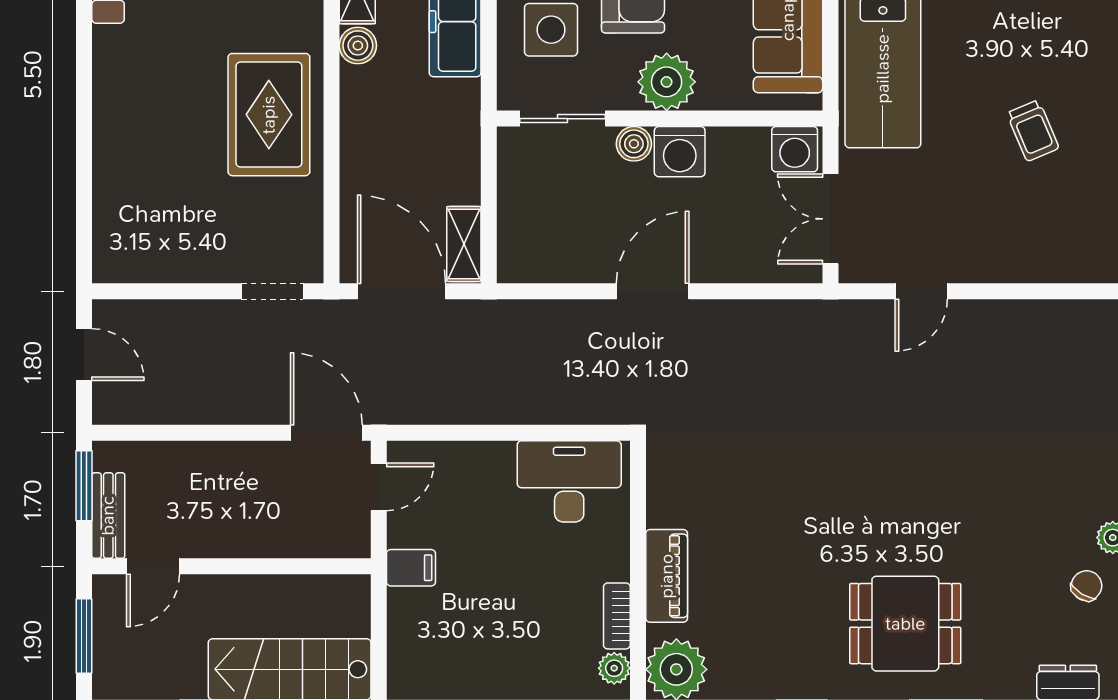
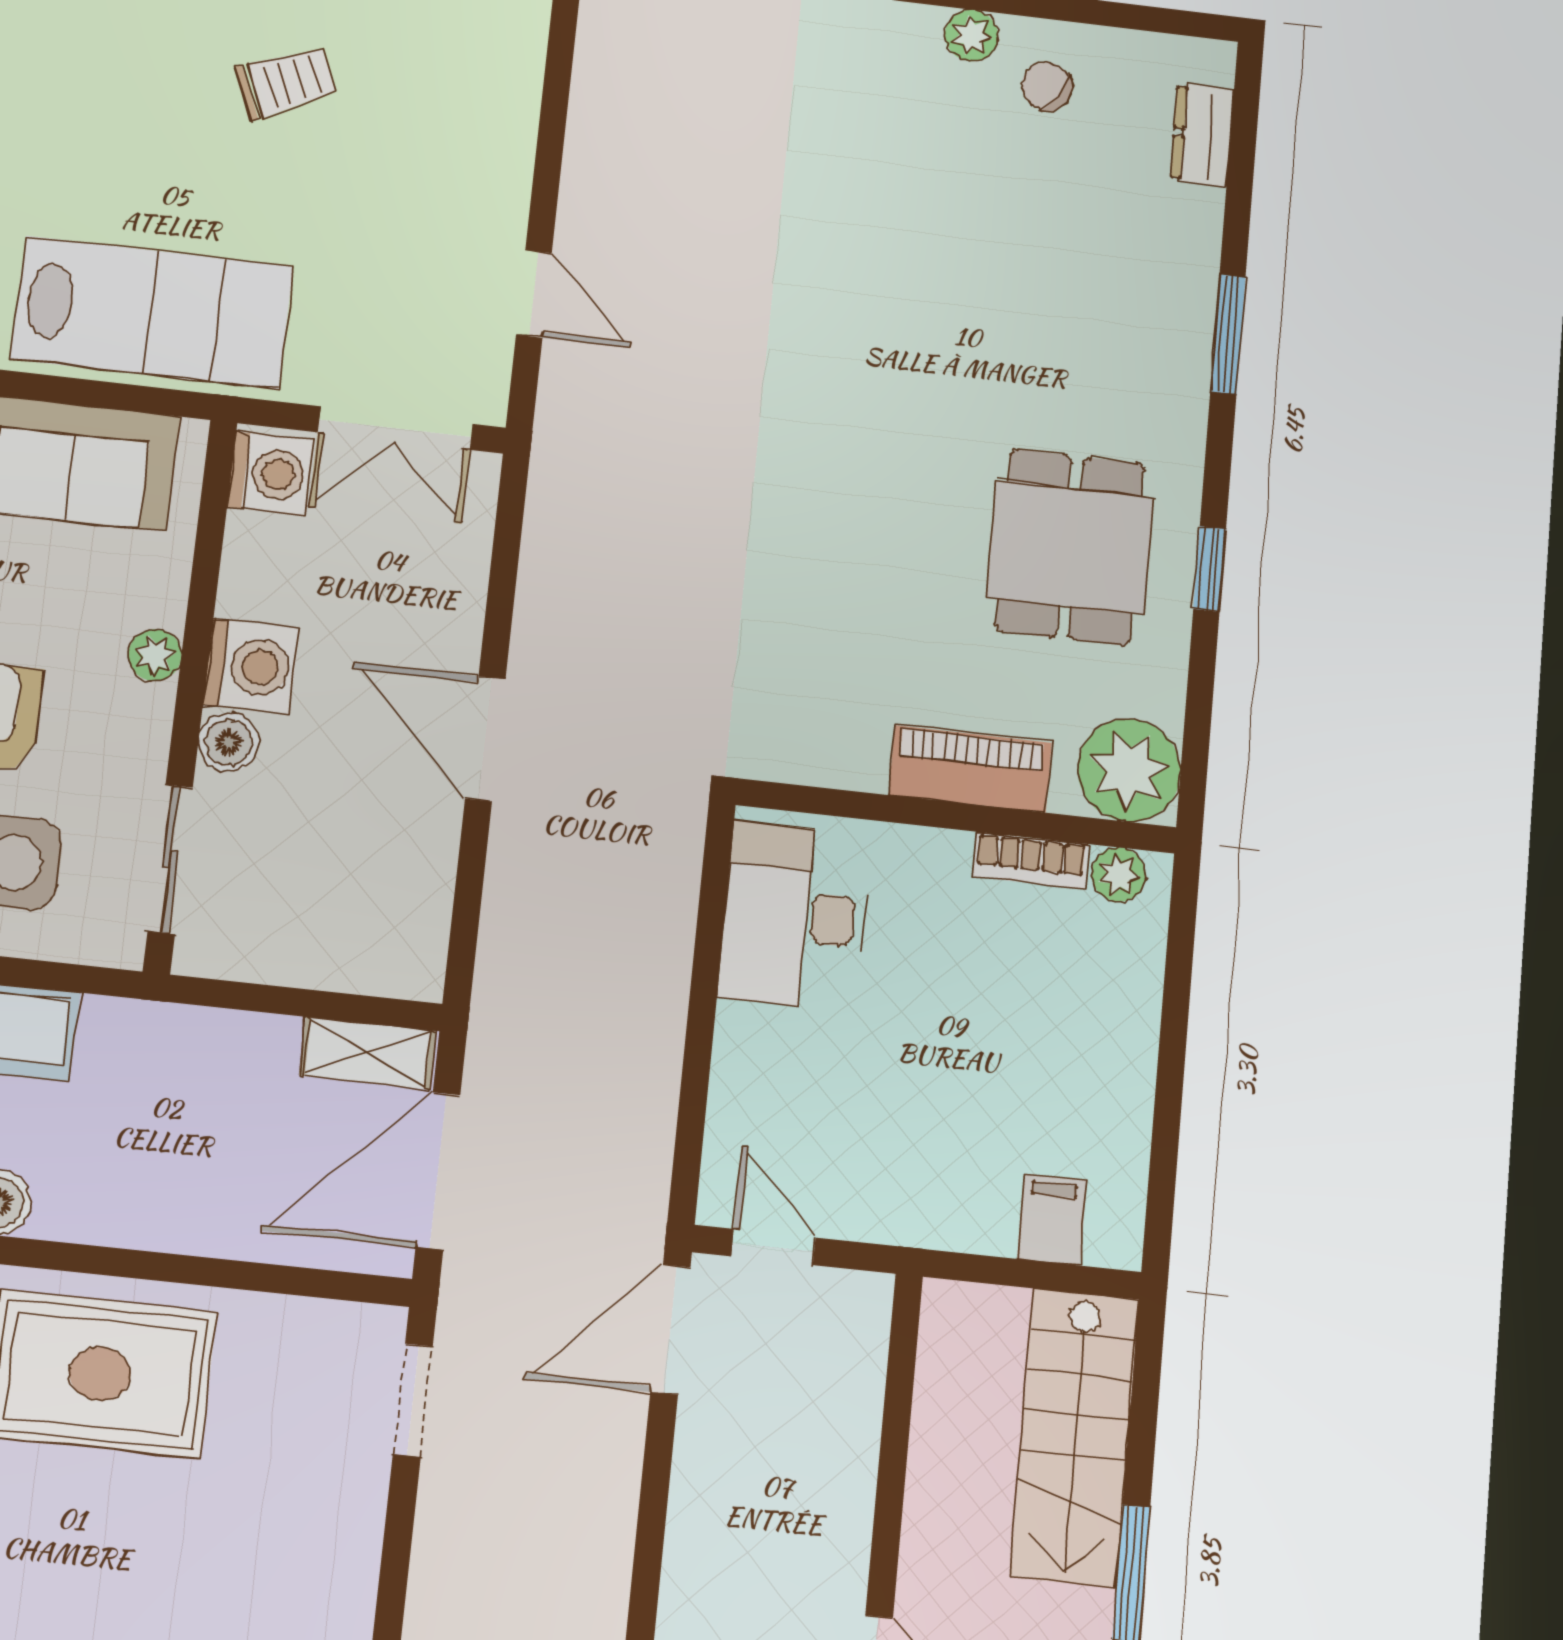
plant: (667, 82) -> (155, 655), width x0.53, depth x0.53
filing cabinet: (411, 568) -> (1052, 1219), moved
dining table: (905, 624) -> (1070, 547), moved

